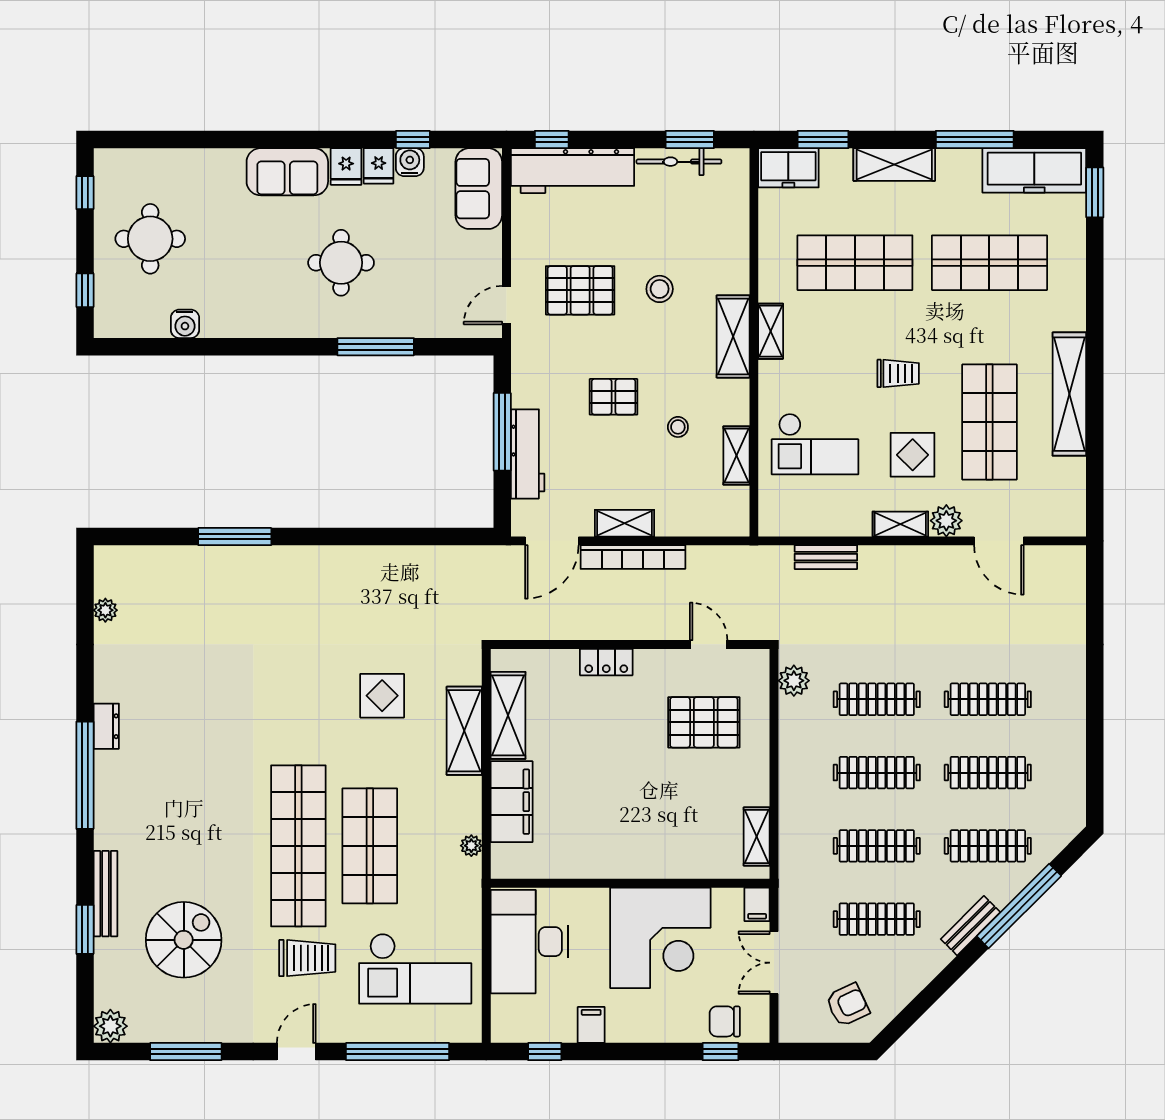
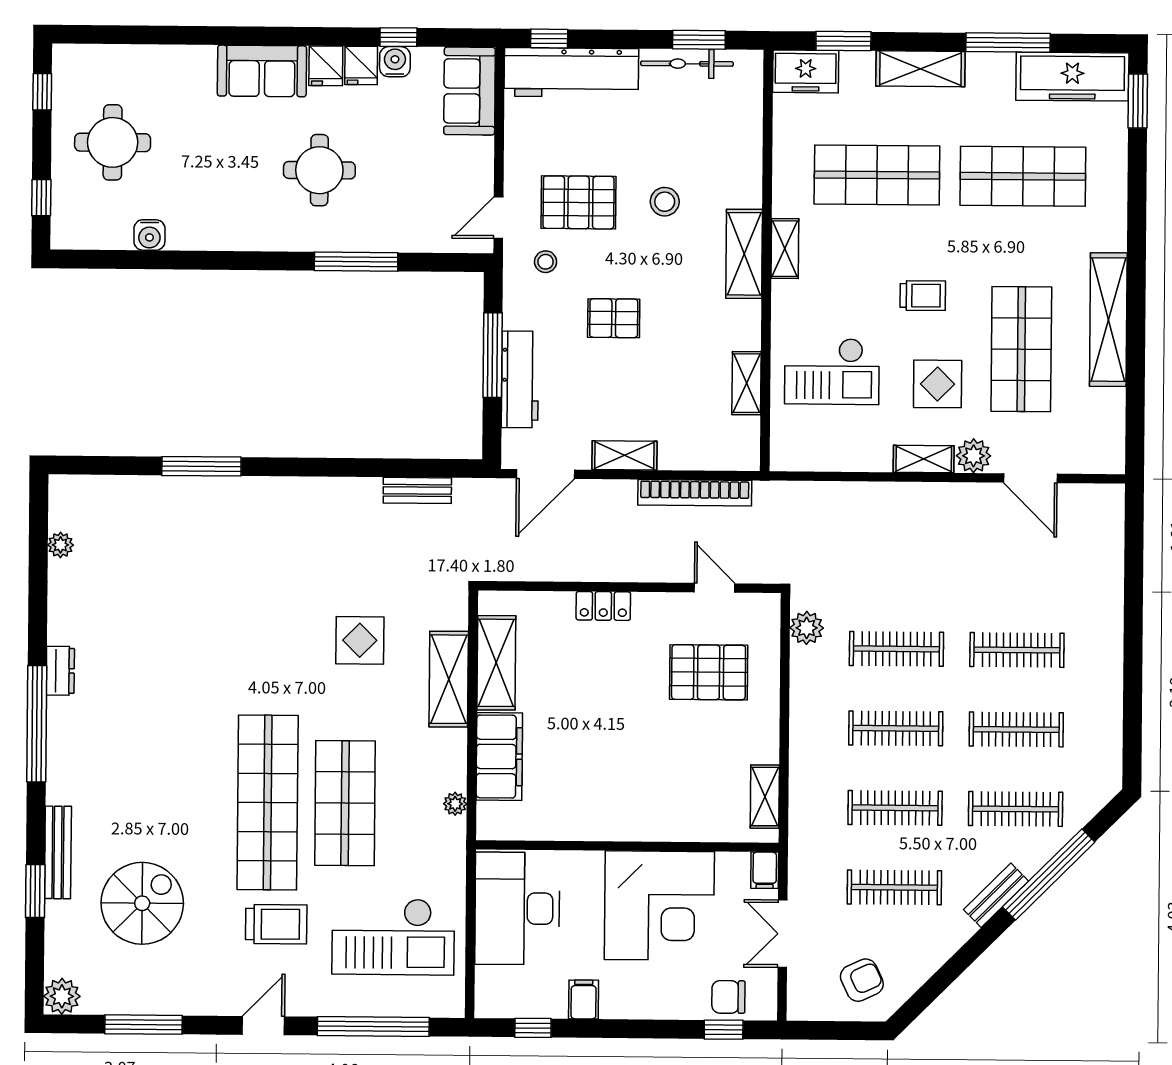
stool: (678, 427) -> (546, 262), moved
bookcase: (633, 557) -> (695, 493), moved
bench: (826, 557) -> (417, 490), moved

